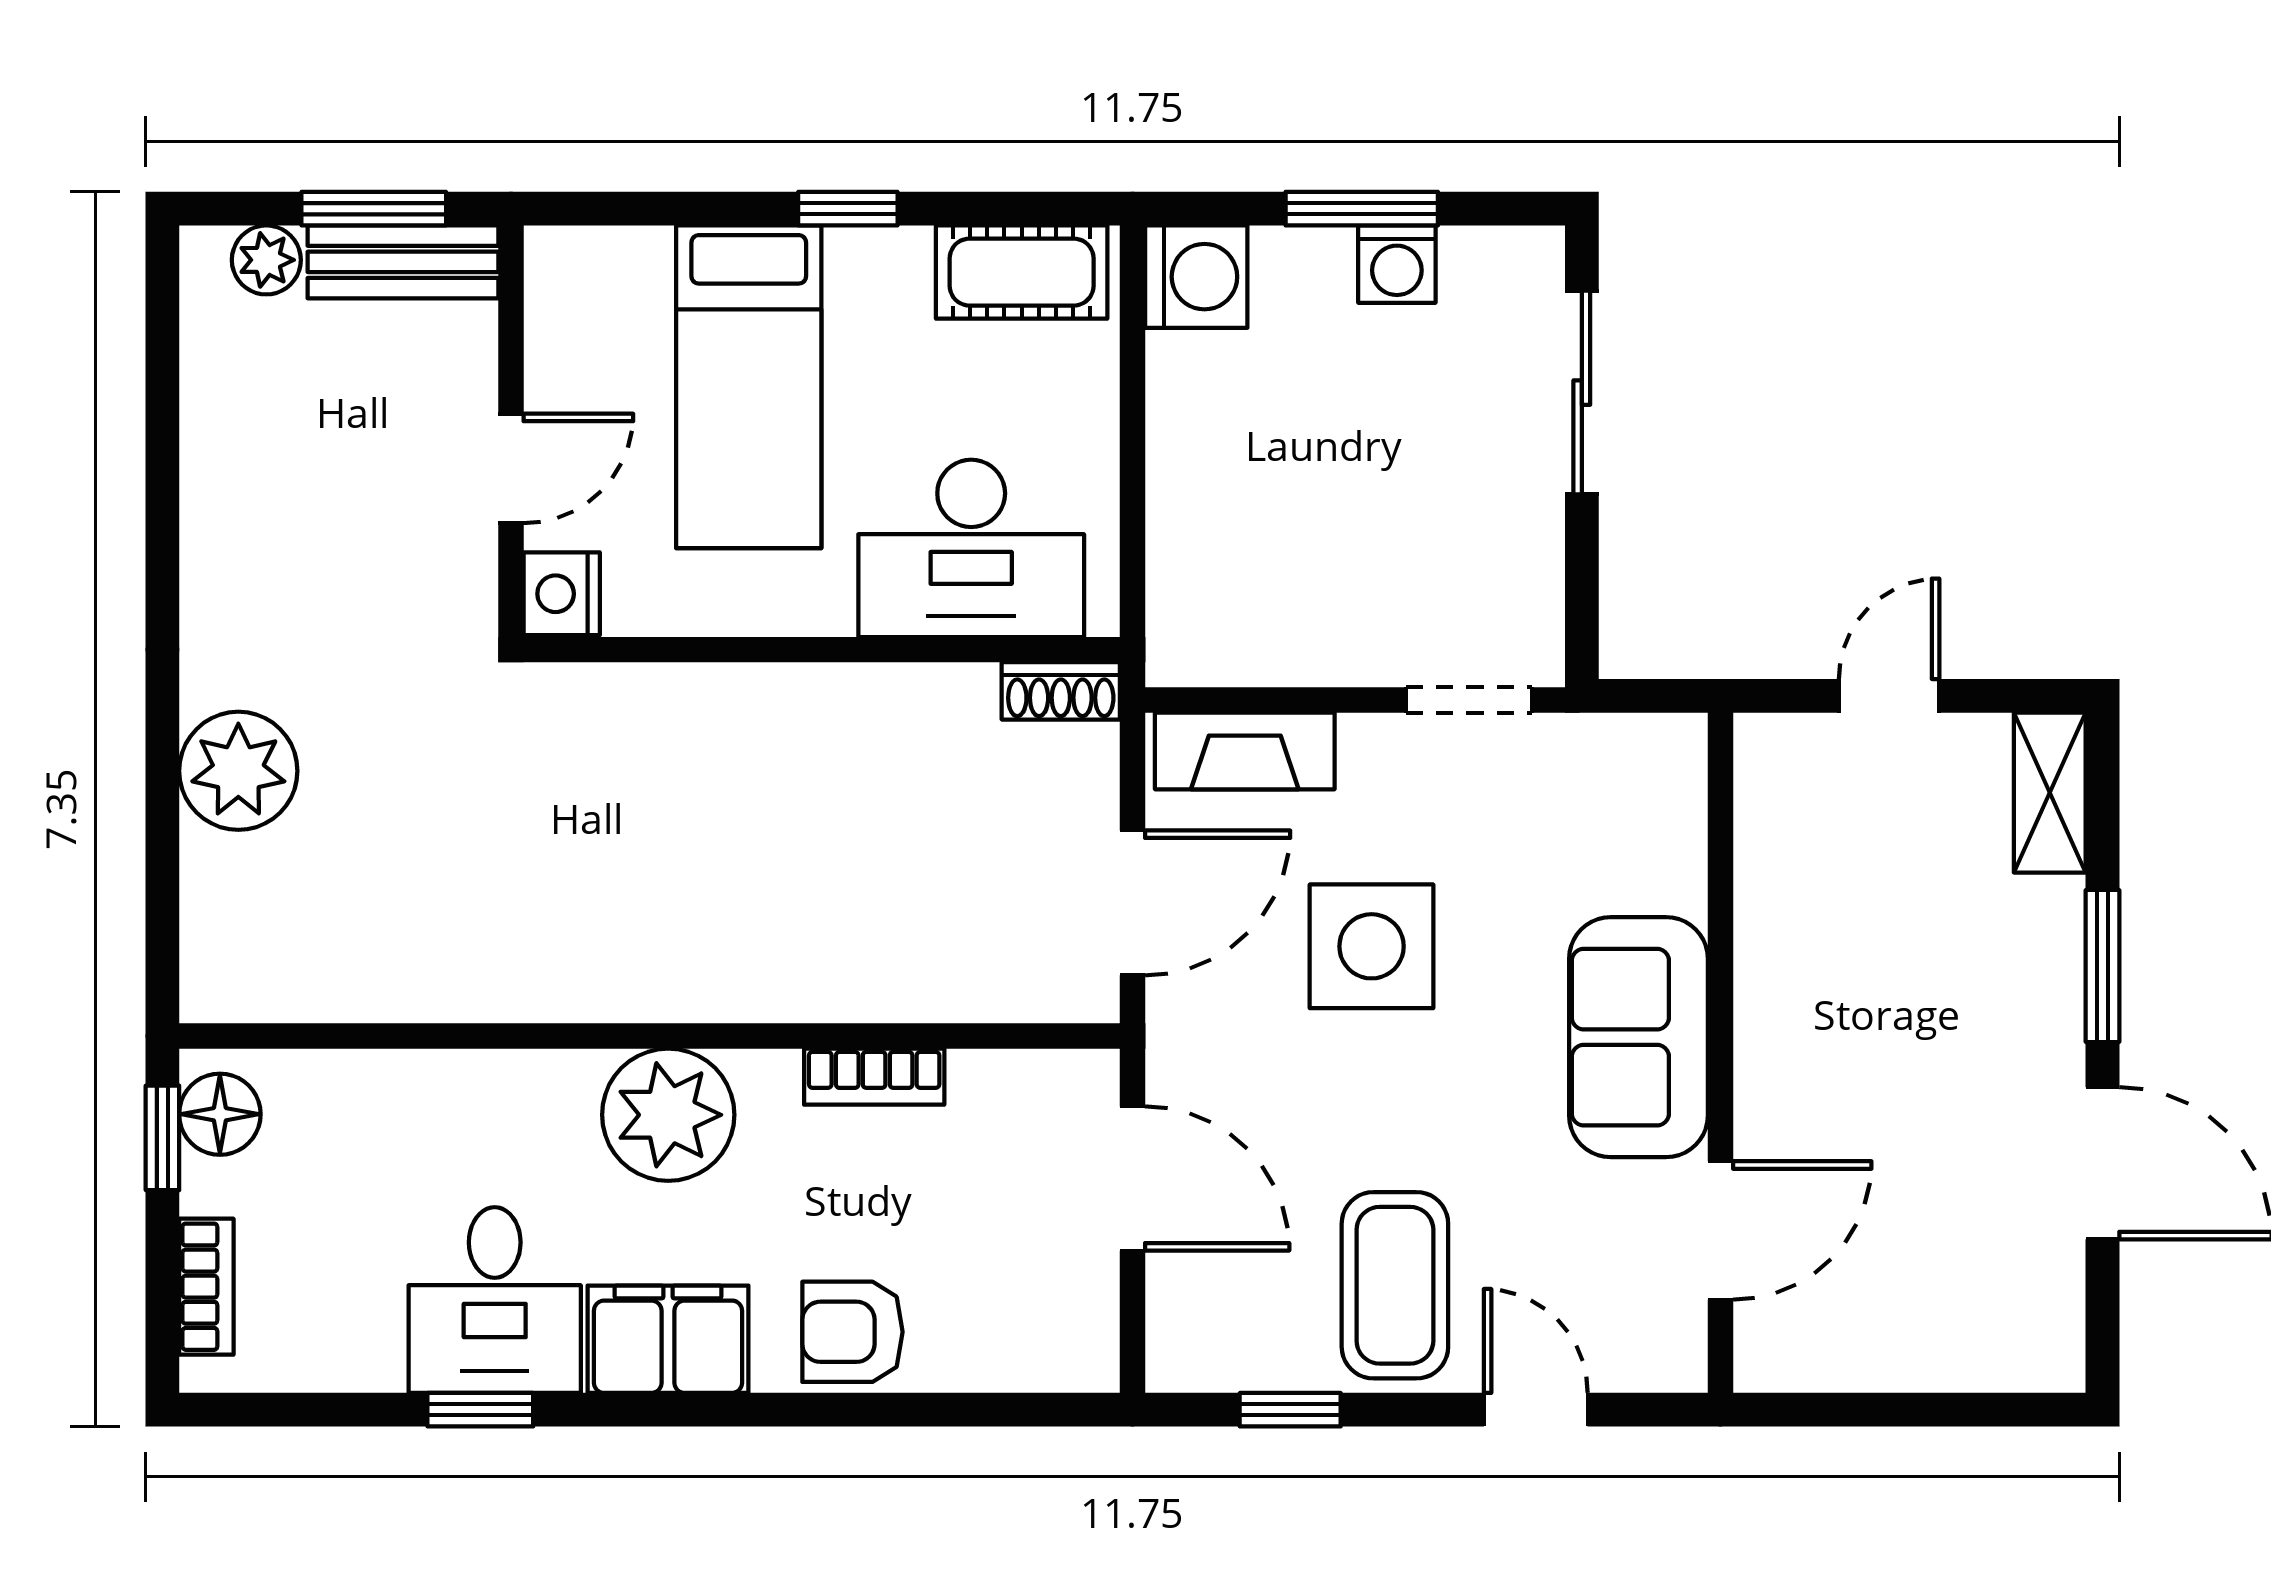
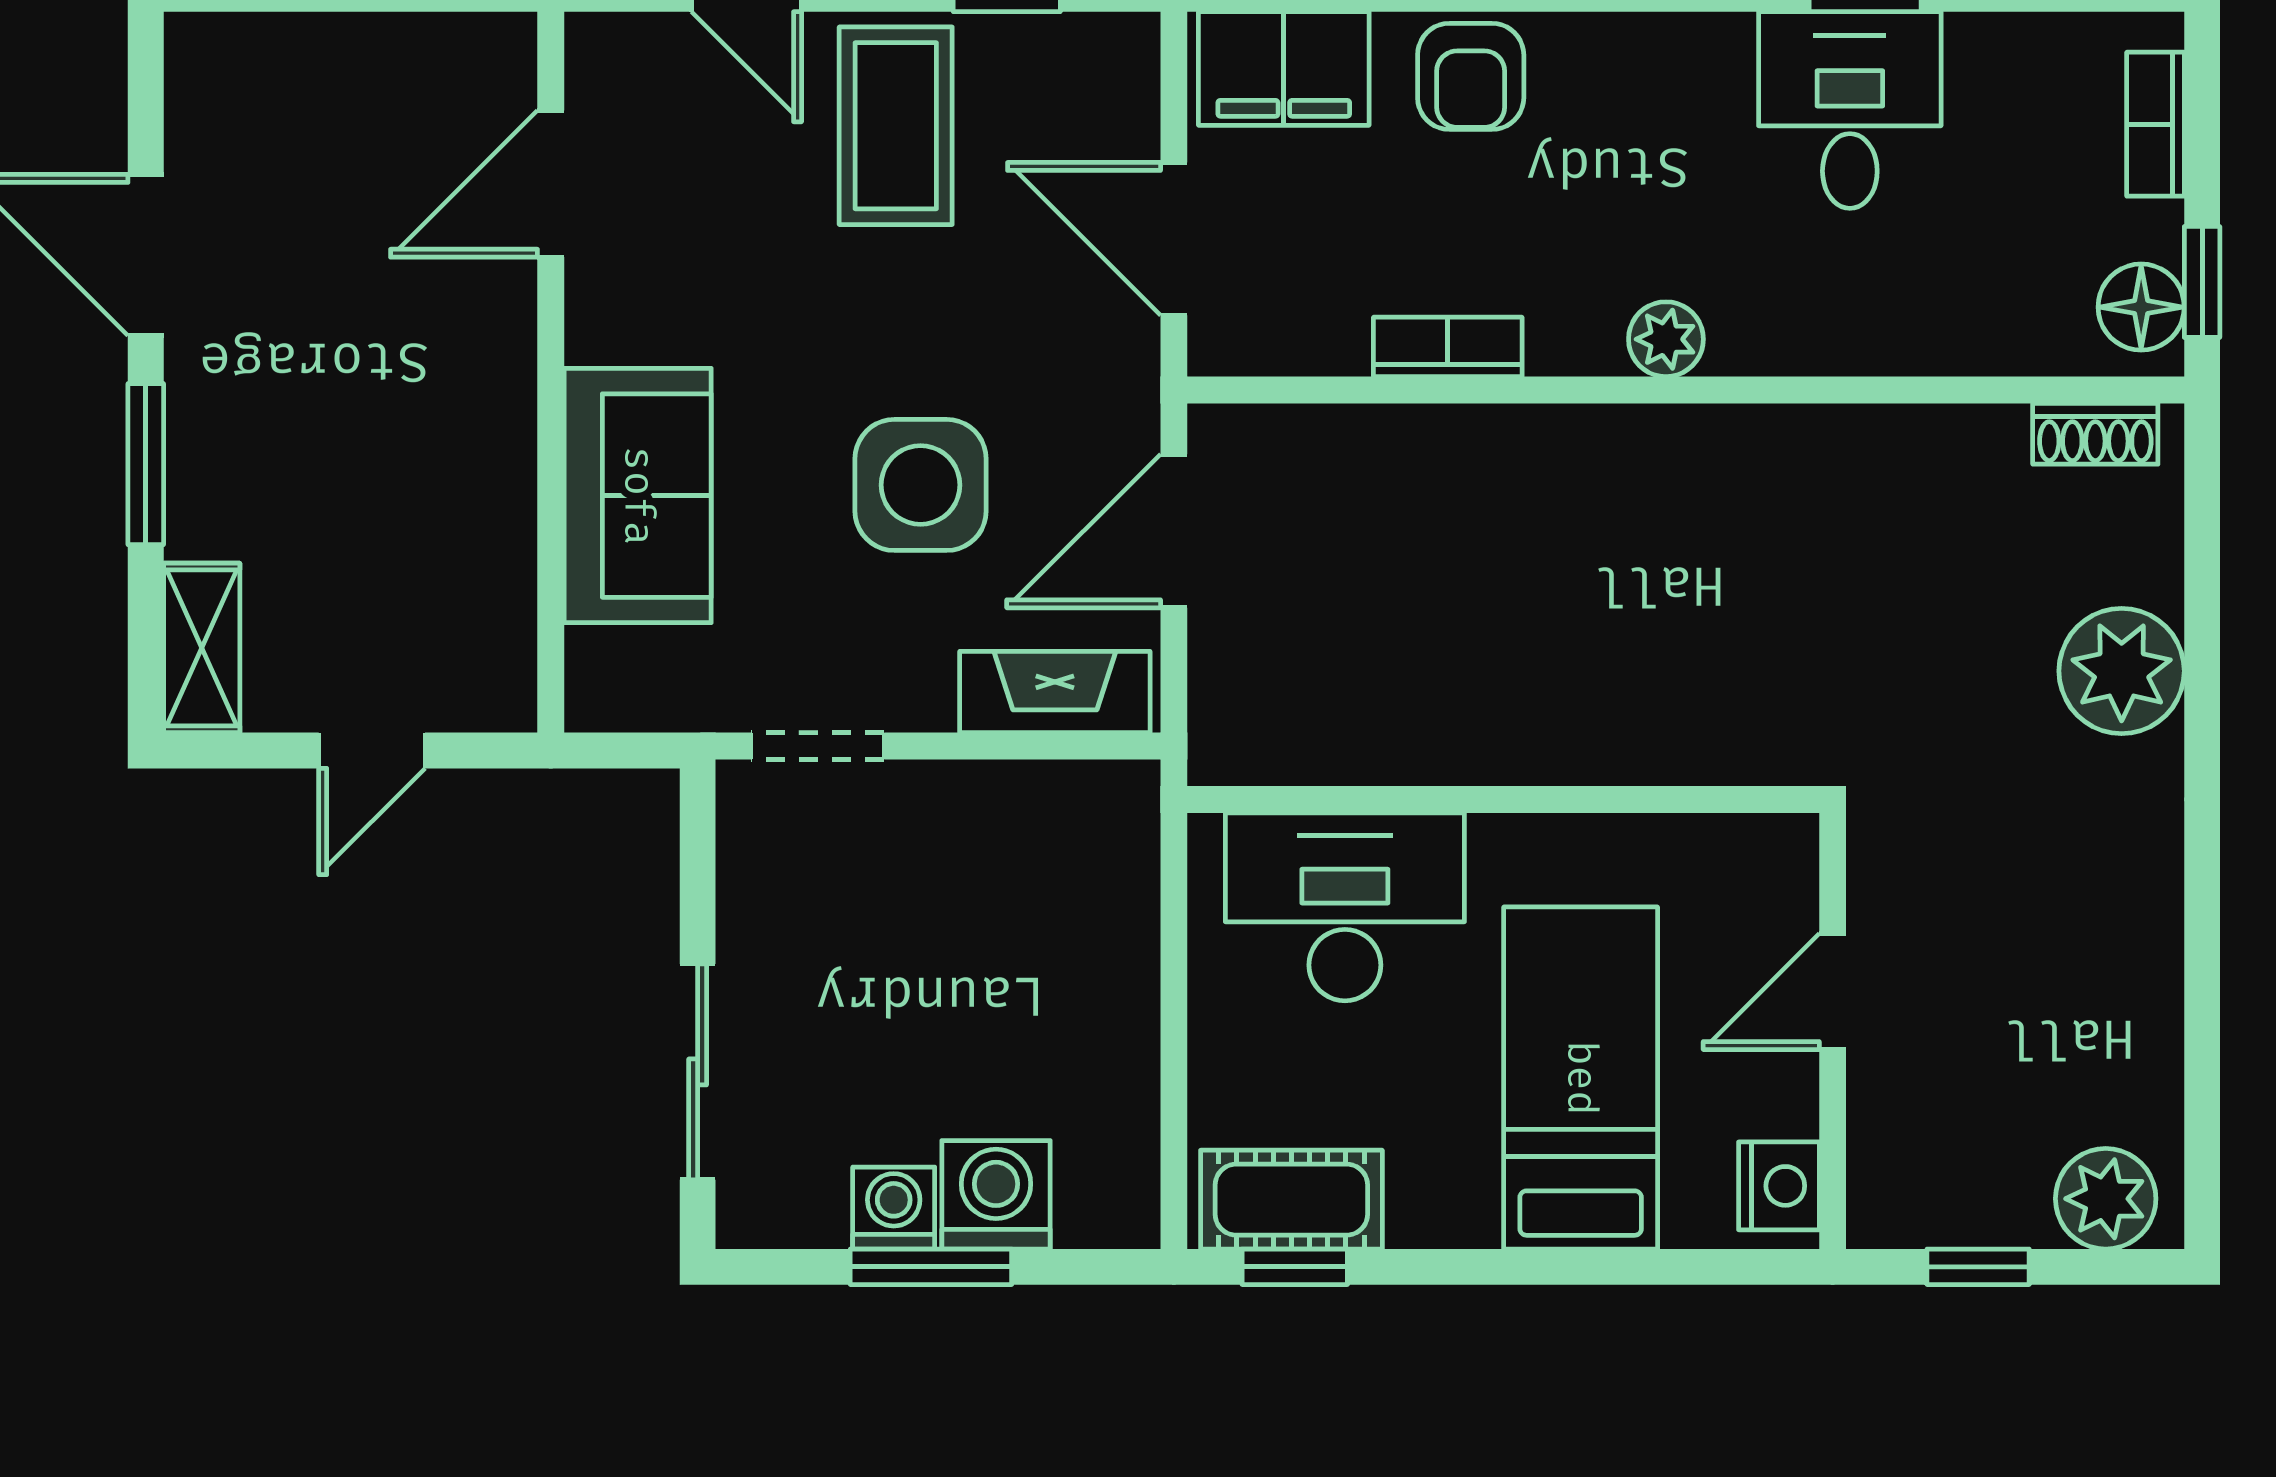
window: (374, 209) -> (1978, 1267), width x0.67
window: (848, 209) -> (1295, 1267), moved
plant: (266, 260) -> (2106, 1199), width x1.38, depth x1.38
bench: (403, 262) -> (1947, 1210), removed
washing machine: (1196, 277) -> (996, 1195), moved, turned 90
nightstand: (562, 594) -> (1779, 1186), moved
shoe rack: (1061, 691) -> (2095, 434), moved, turned 180
sofa: (1638, 1037) -> (638, 496), moved
plant: (668, 1115) -> (1666, 339), width x0.53, depth x0.53
armchair: (852, 1332) -> (1471, 76), turned 90
filing cabinet: (668, 1339) -> (1284, 69), moved

